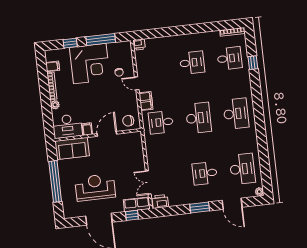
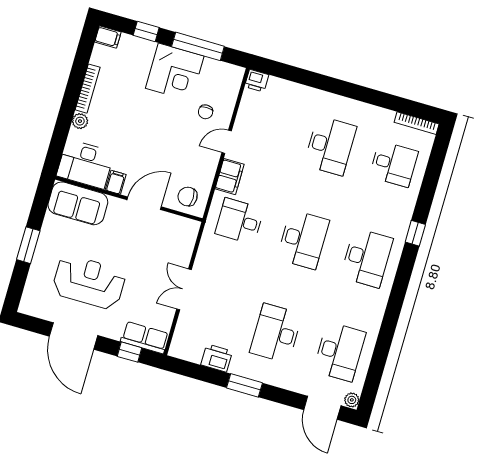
desk: (192, 63) -> (330, 146), width x1.37
window: (253, 63) -> (415, 233), moved
corner desk: (90, 64) -> (175, 72), width x0.74, depth x0.74
filing cabinet: (53, 66) -> (108, 37), moved
door: (137, 83) -> (227, 142), hinge flipped
desk: (205, 173) -> (276, 333), width x1.37
window: (55, 181) -> (28, 245), width x0.47
double door: (148, 182) -> (184, 289), moved
printer: (160, 201) -> (217, 358), moved
door: (232, 204) -> (322, 408), moved

